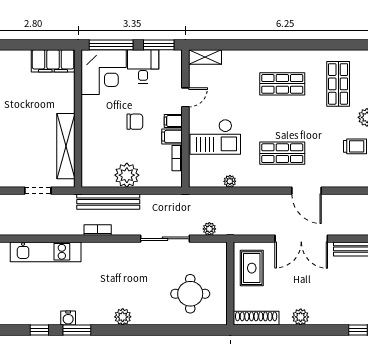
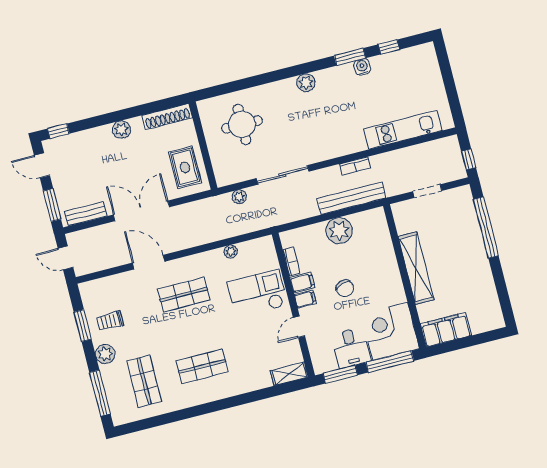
chair: (135, 122) -> (345, 288), turned -108
shelving: (66, 146) -> (416, 268), moved

